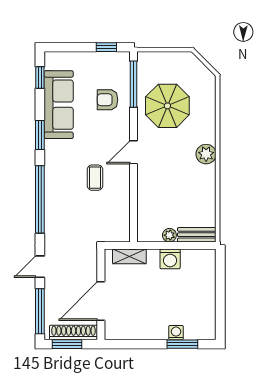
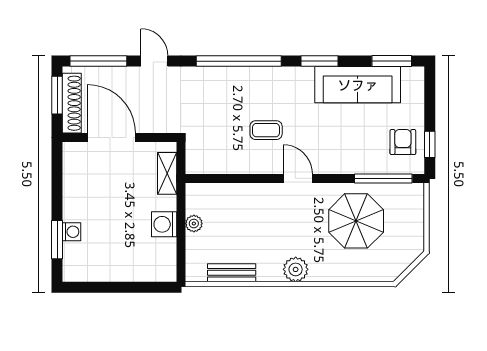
window: (40, 77) -> (392, 61), width x1.50
armchair: (108, 100) -> (403, 142), moved
bench: (197, 235) -> (232, 273), moved, turned 90

